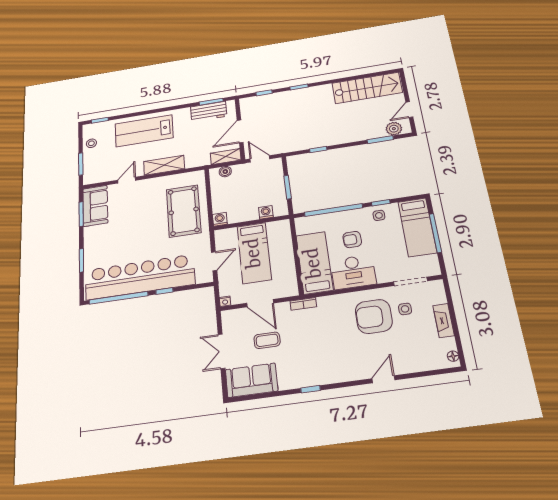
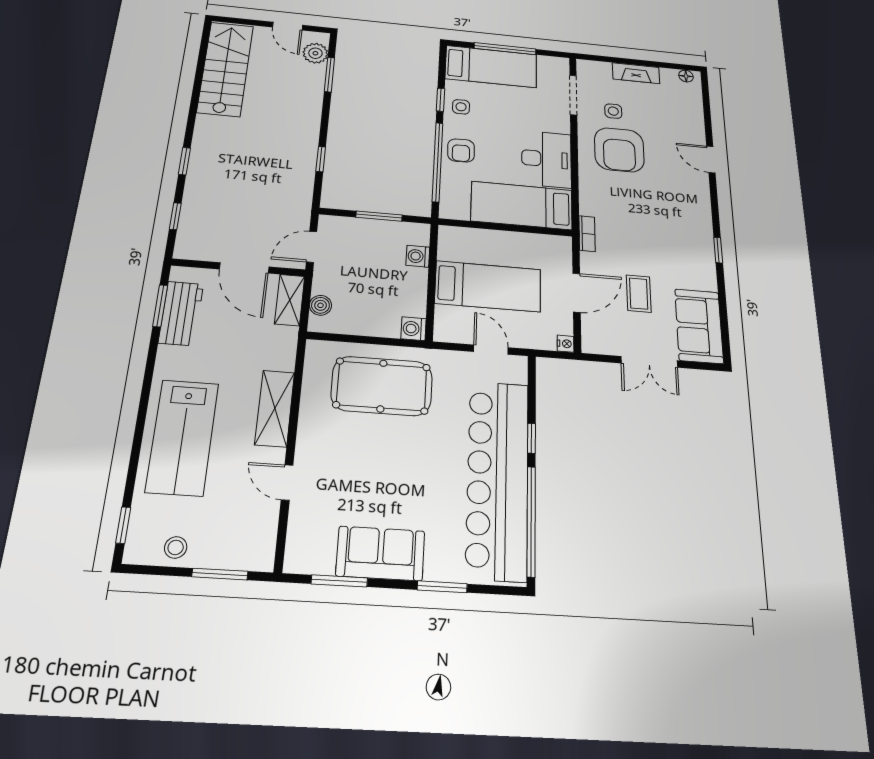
sofa: (95, 206) -> (380, 553), moved
armchair: (352, 239) -> (461, 150), moved

